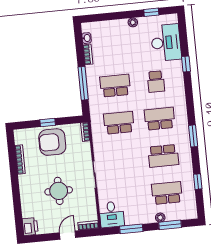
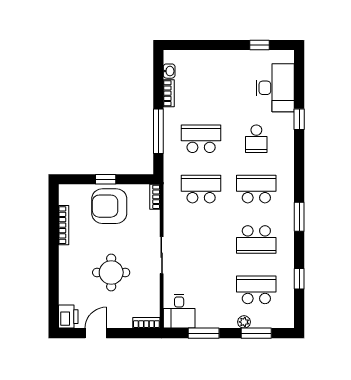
plant: (133, 22) -> (233, 56), removed
door: (68, 235) -> (96, 333), moved

